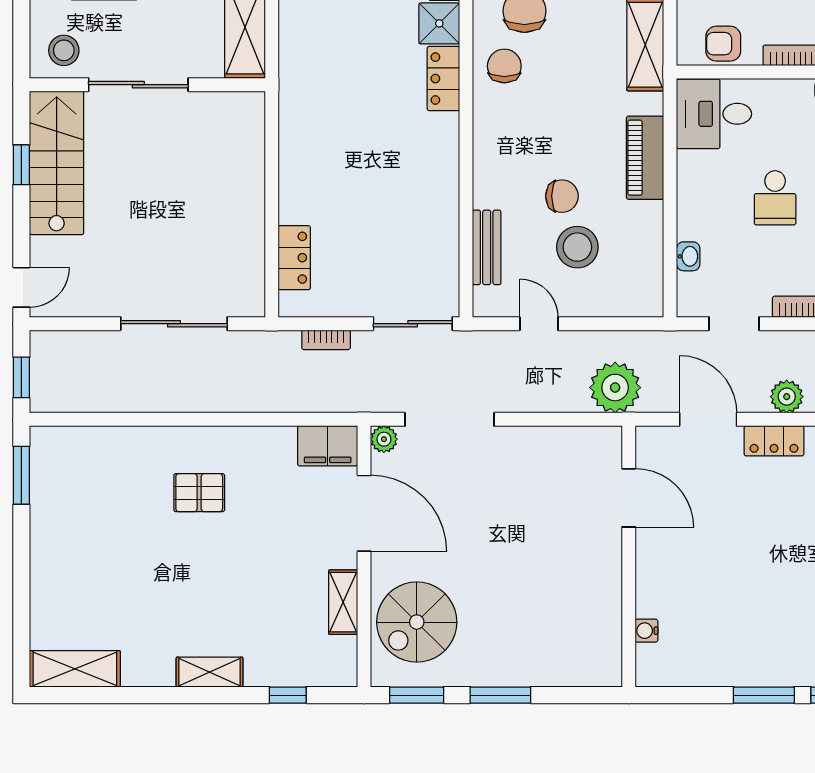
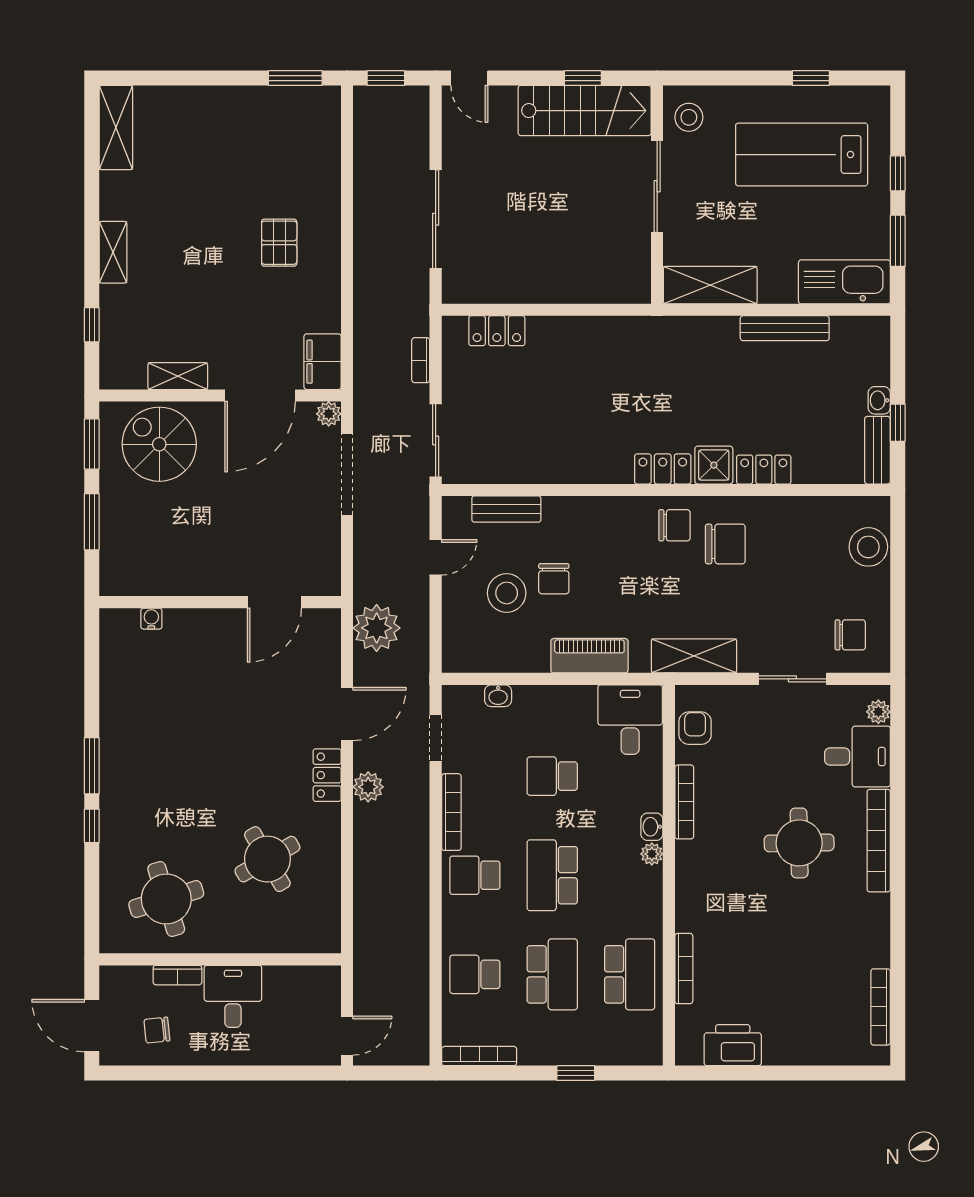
door: (629, 498) -> (274, 602), moved
wall: (629, 556) -> (220, 602), moved
water cooler: (646, 631) -> (151, 619), moved

